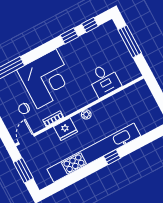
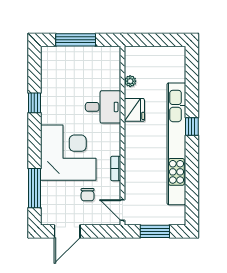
window: (90, 25) -> (34, 74), removed
desk: (104, 80) -> (103, 107), moved
plant: (86, 114) -> (130, 81), moved
fridge: (65, 129) -> (134, 110), moved

